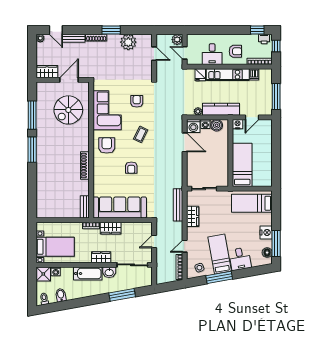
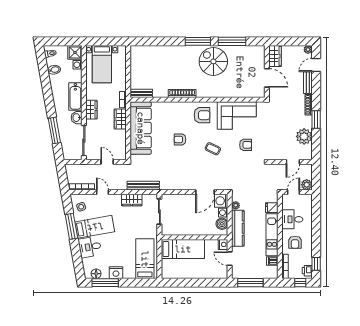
spiral stairs: (68, 110) -> (213, 61), moved

